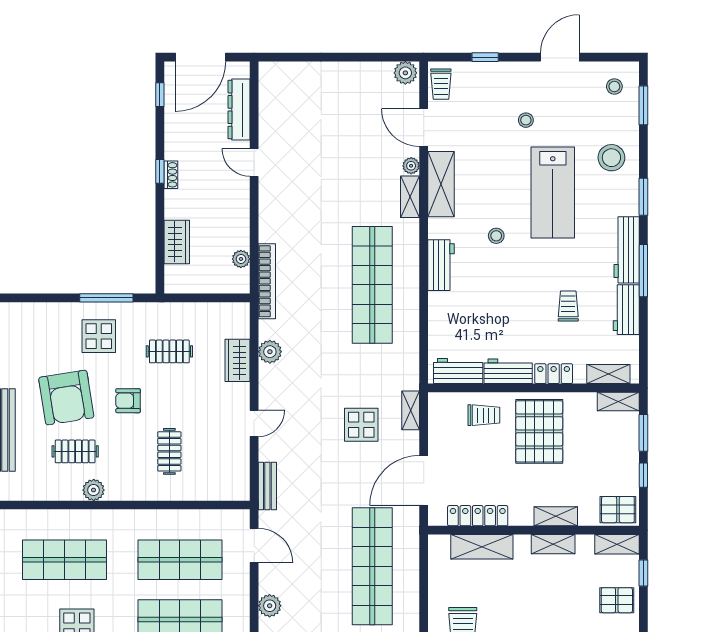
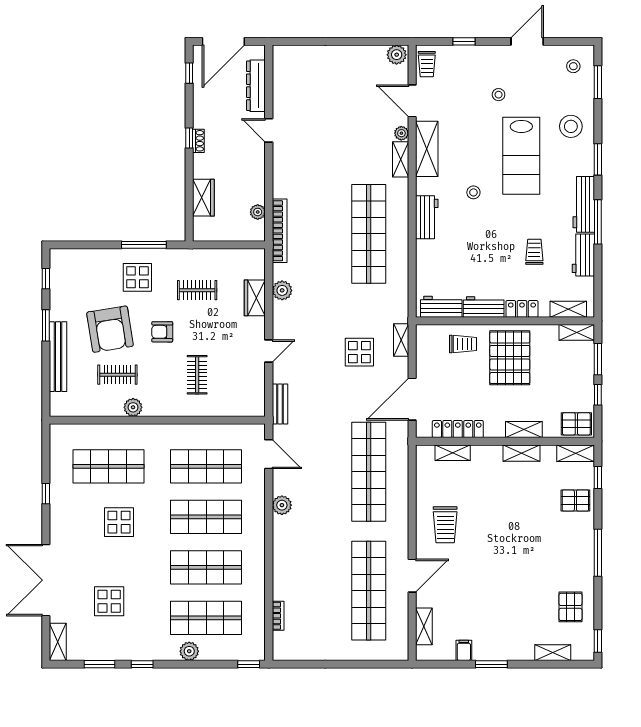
shelving: (482, 547) -> (453, 453), width x0.67, depth x0.75

